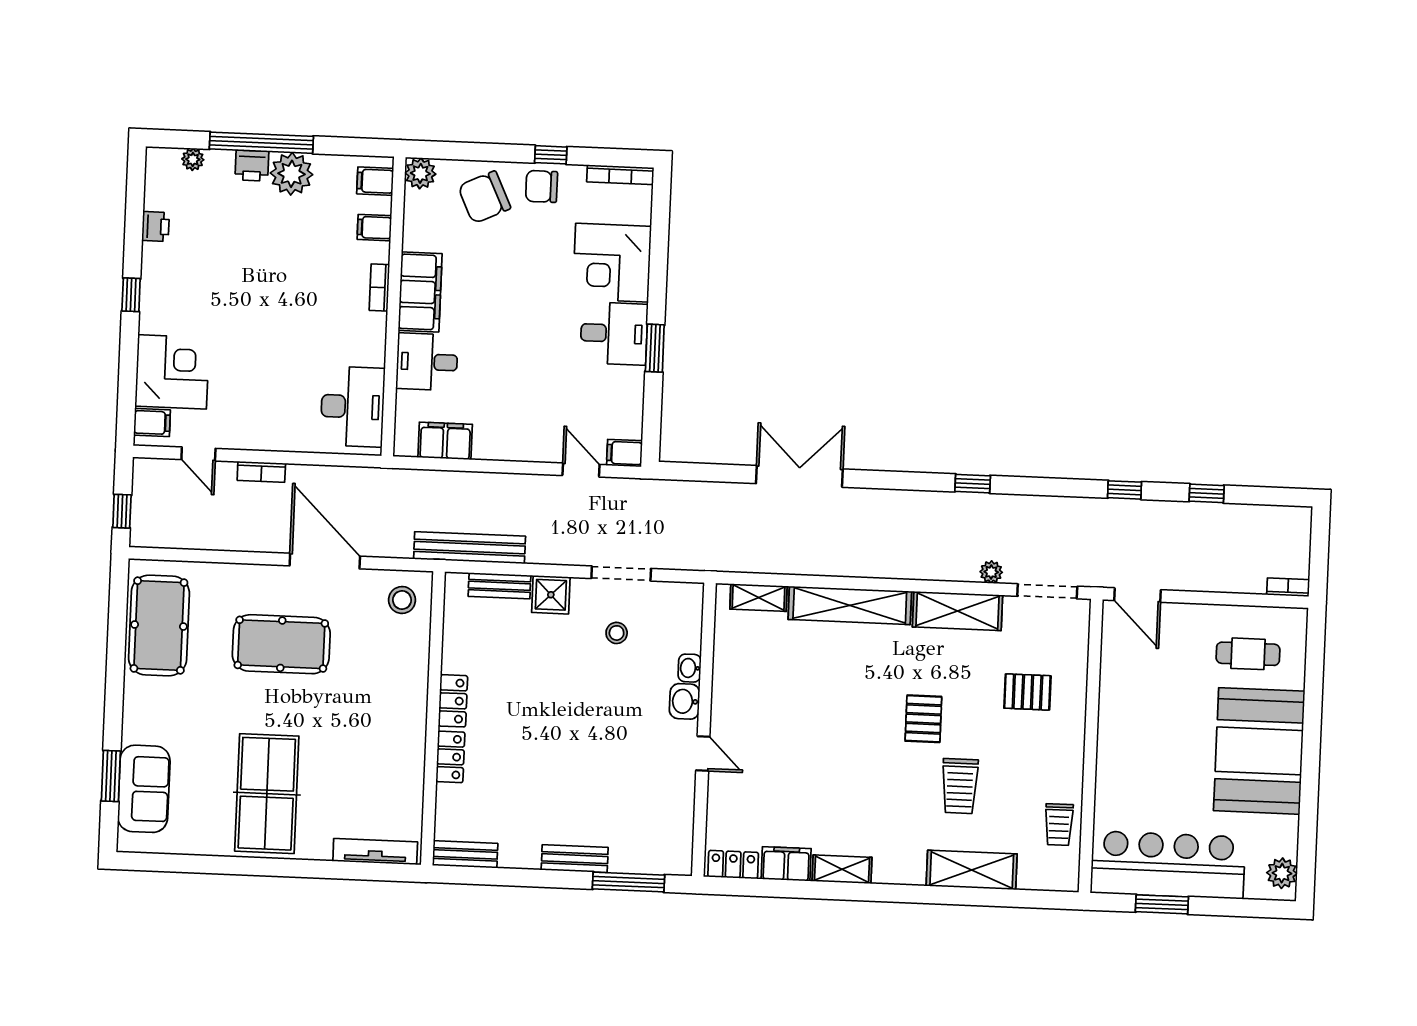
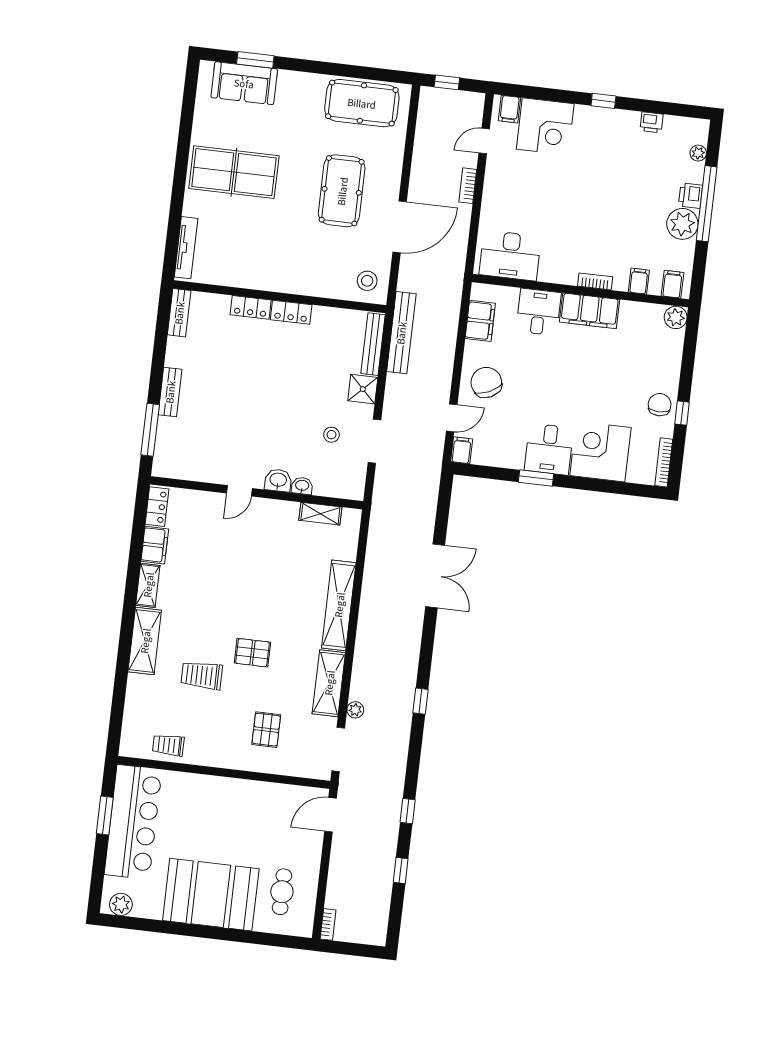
chair: (484, 197) -> (486, 382), moved
bench: (499, 586) -> (373, 344), width x1.36
shelving: (758, 598) -> (320, 514), moved, turned 90
shelving: (972, 870) -> (145, 641), moved

